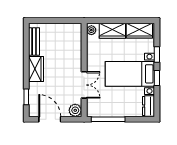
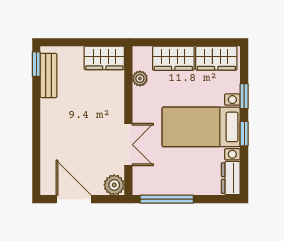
plant: (91, 30) -> (140, 79), moved
wardrobe: (36, 69) -> (104, 58), moved, turned 90
window: (26, 97) -> (36, 64), moved

